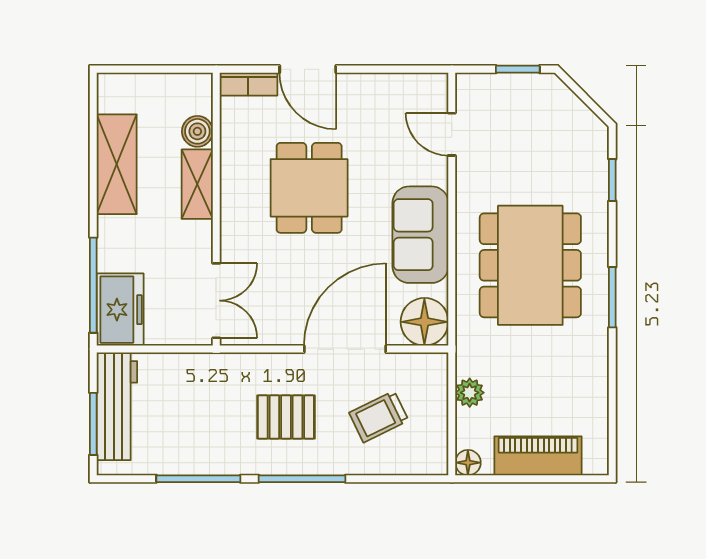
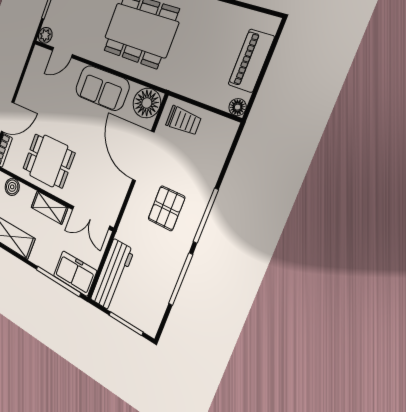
shelving: (197, 184) -> (49, 208), moved
dining table: (309, 188) -> (49, 161), moved
double door: (216, 301) -> (91, 218), swing flipped
plant: (470, 393) -> (45, 35), moved
workbench: (117, 406) -> (112, 275), moved, turned 90
trolley: (379, 417) -> (183, 121), moved, turned -64

